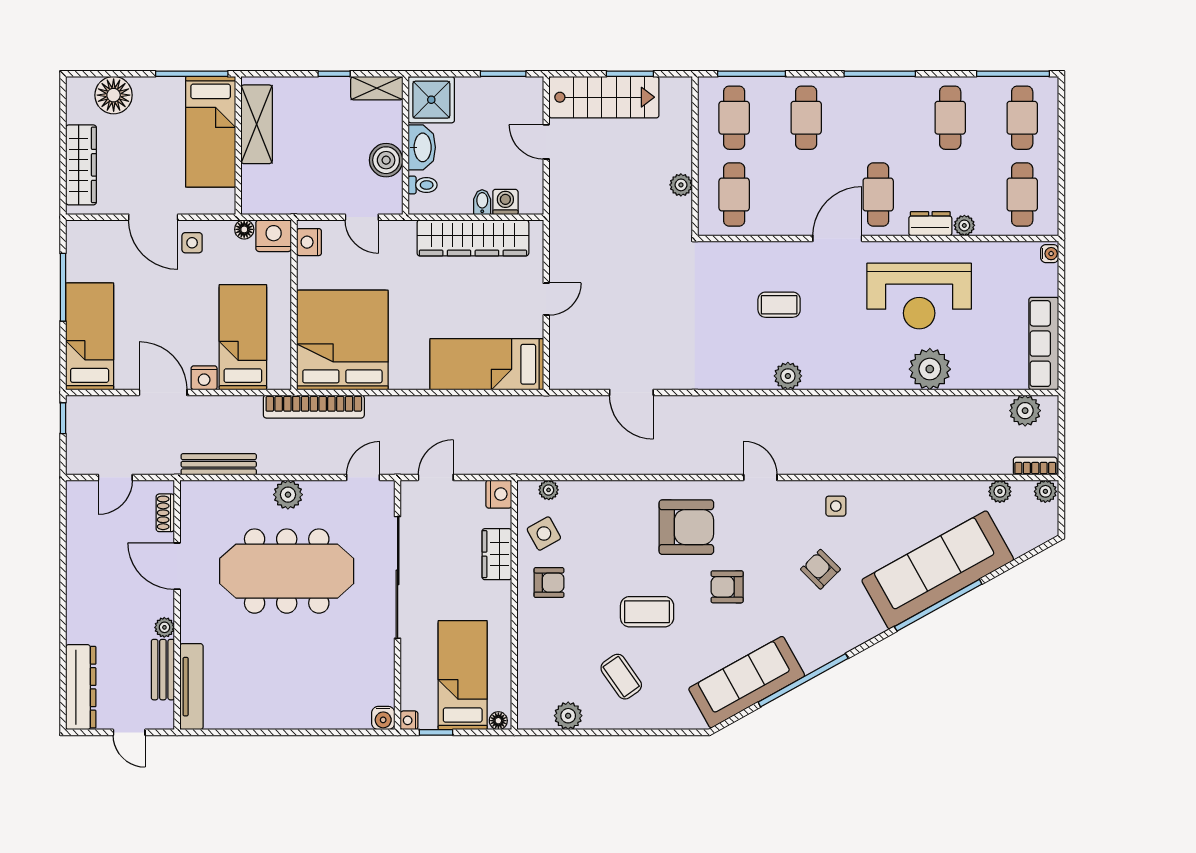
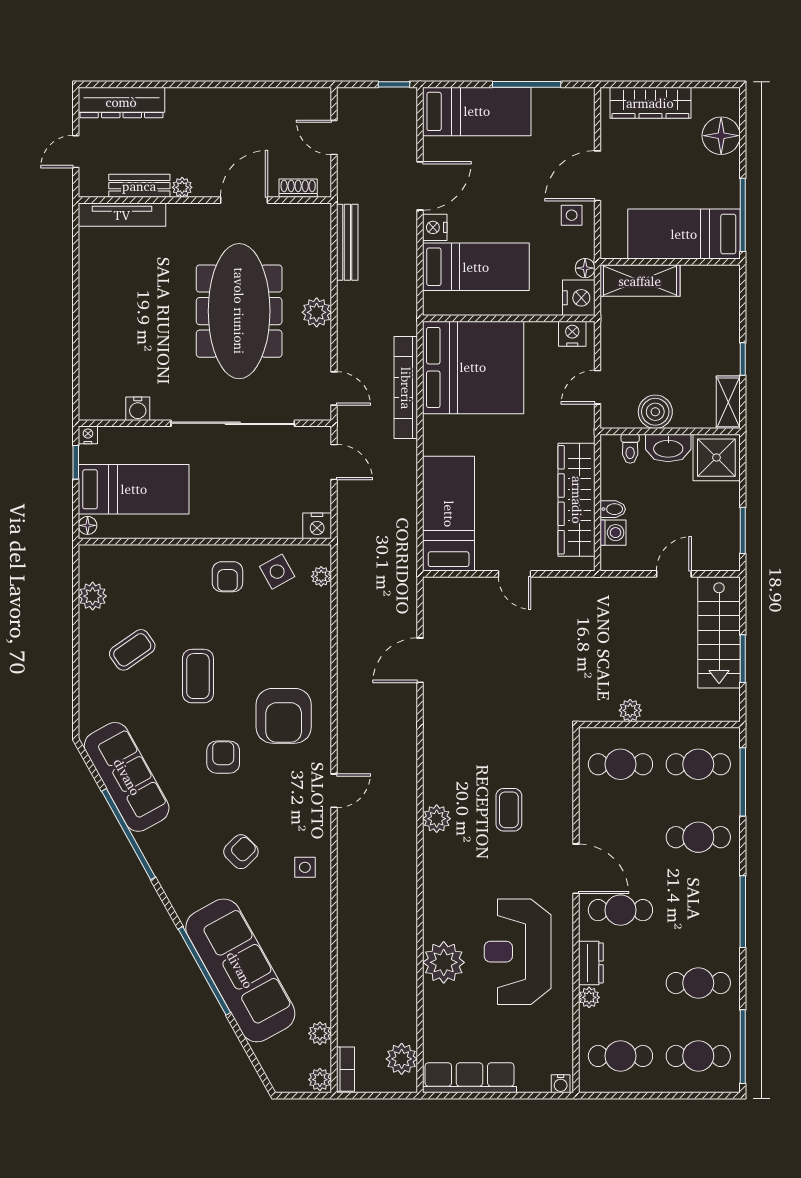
shelving: (257, 124) -> (640, 281), moved
bookcase: (314, 407) -> (406, 388), moved
wardrobe: (497, 554) -> (256, 524), removed
water cooler: (383, 718) -> (138, 409), moved, turned -90

